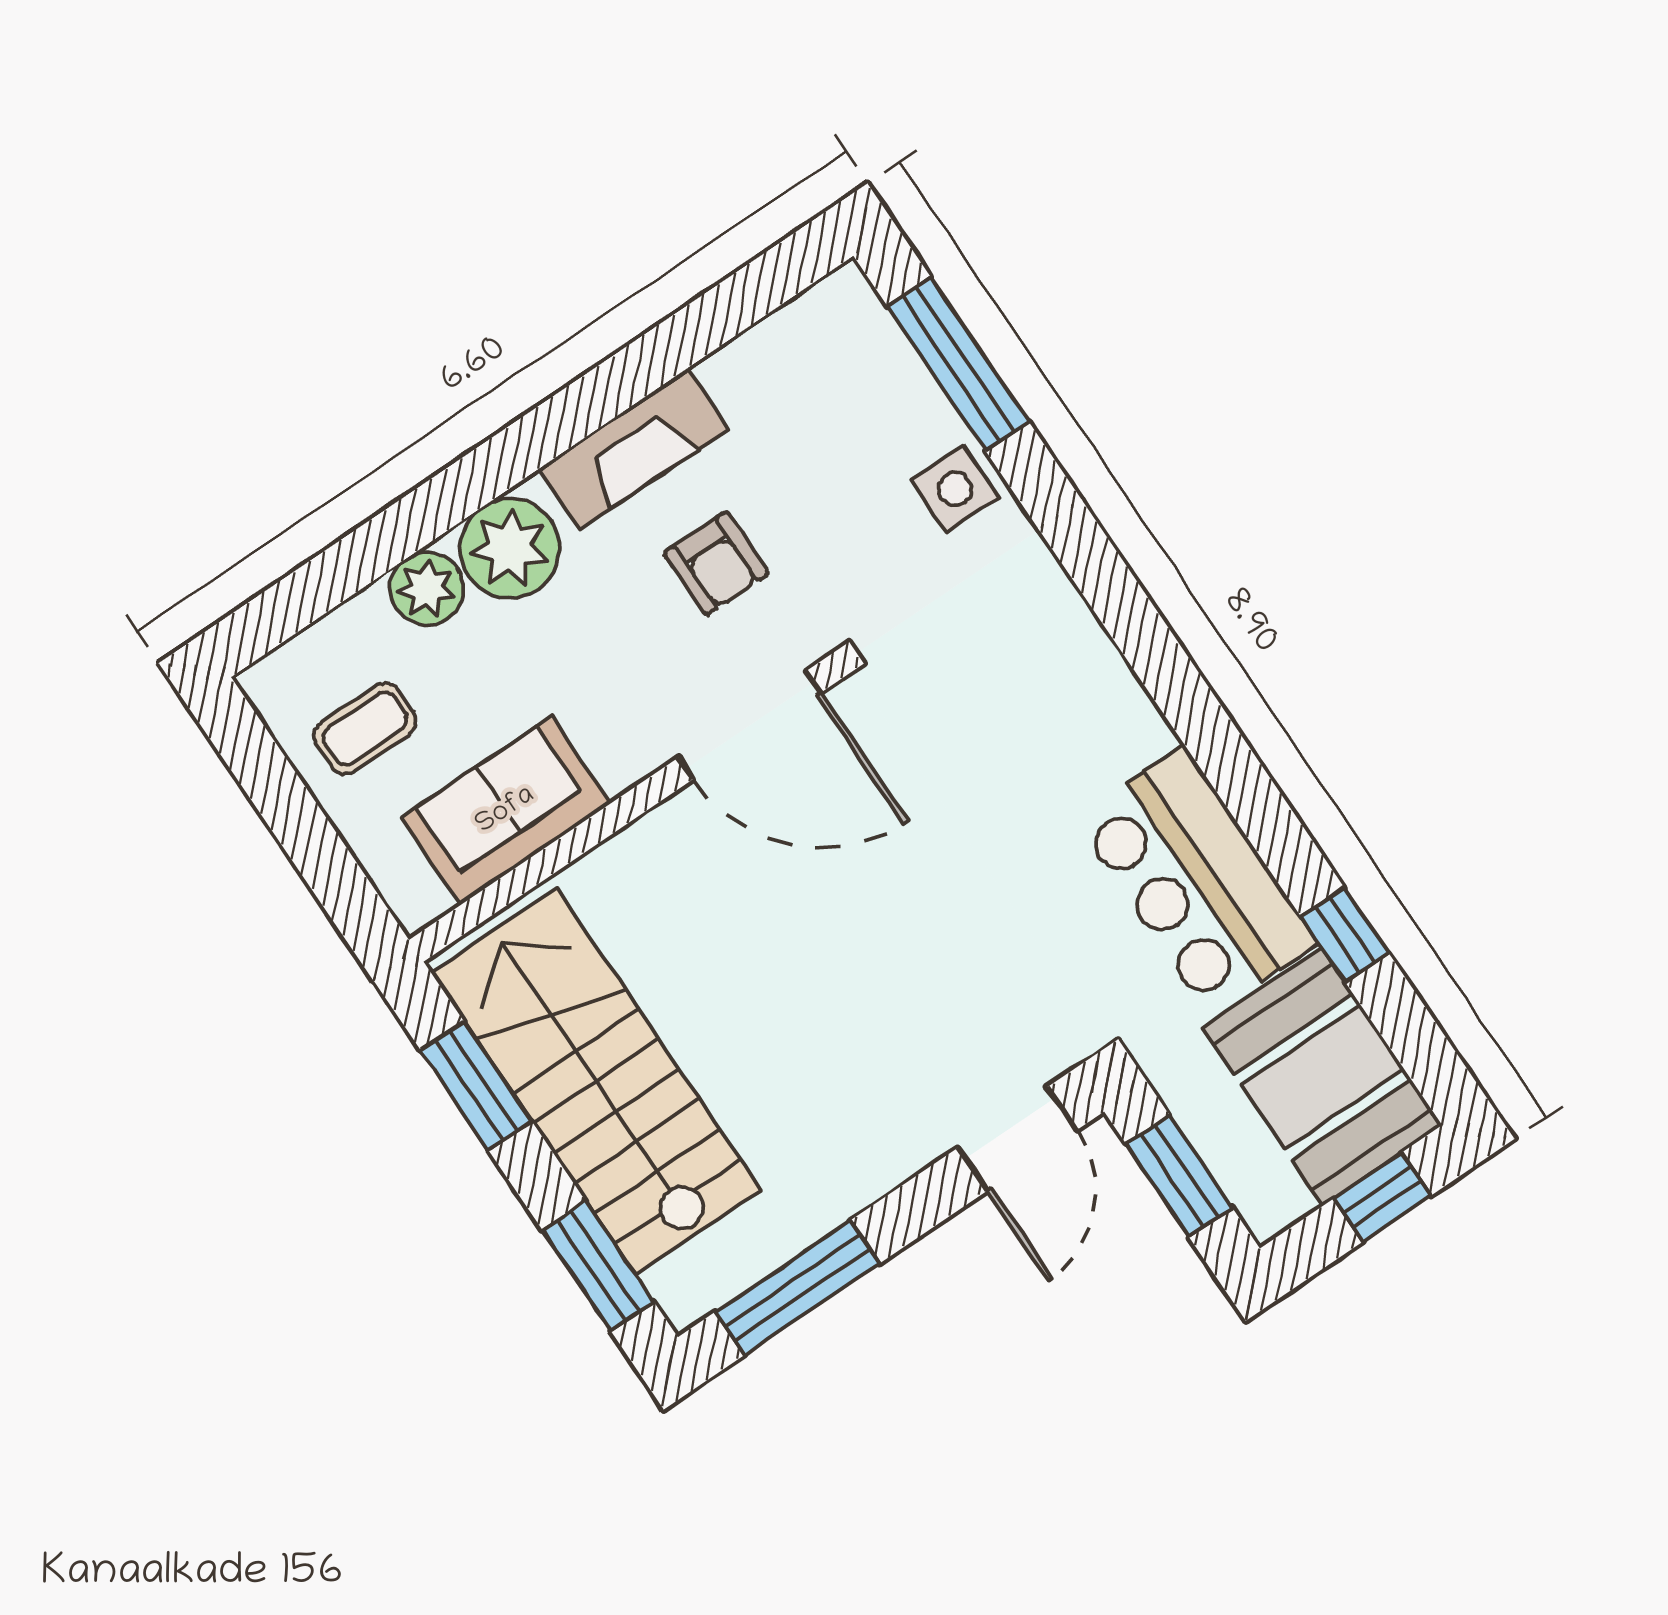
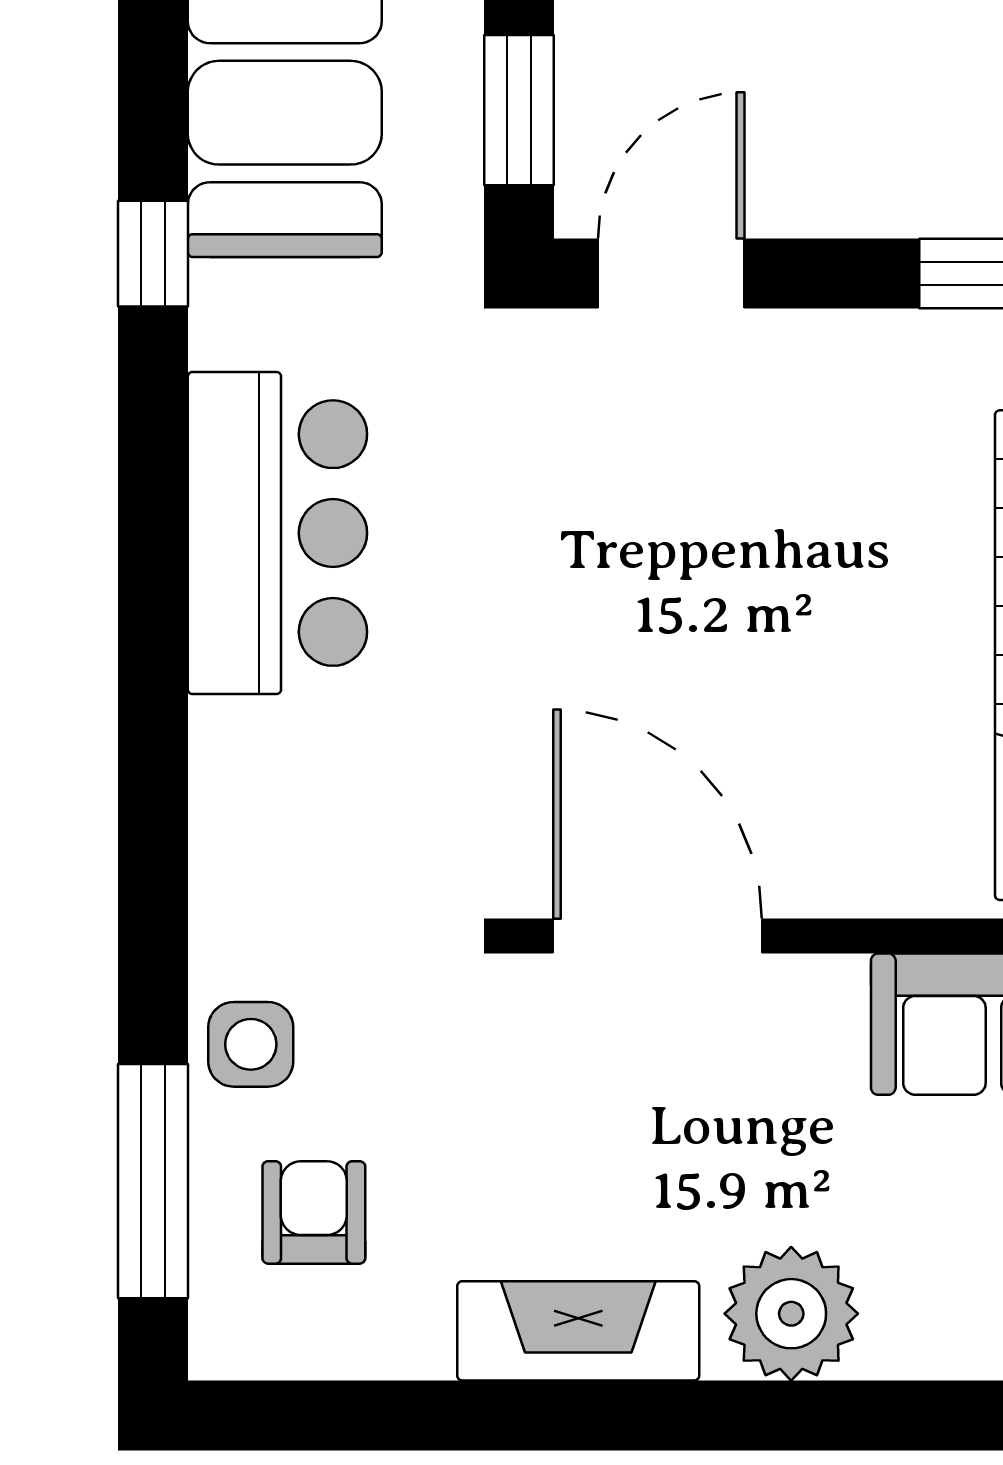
armchair: (716, 563) -> (314, 1212), moved
plant: (427, 589) -> (914, 1331), removed
bar counter: (1197, 881) -> (277, 533), moved

